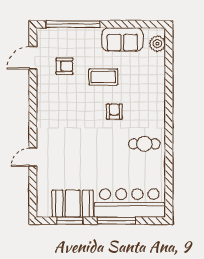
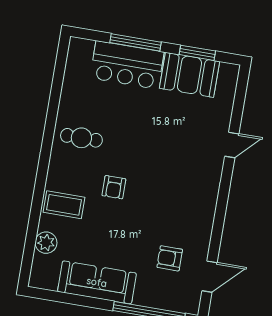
sofa: (122, 40) -> (97, 282), width x1.36
plant: (157, 44) -> (46, 243), moved
coffee table: (103, 77) -> (64, 205), moved
bar counter: (129, 203) -> (127, 65), width x0.73

